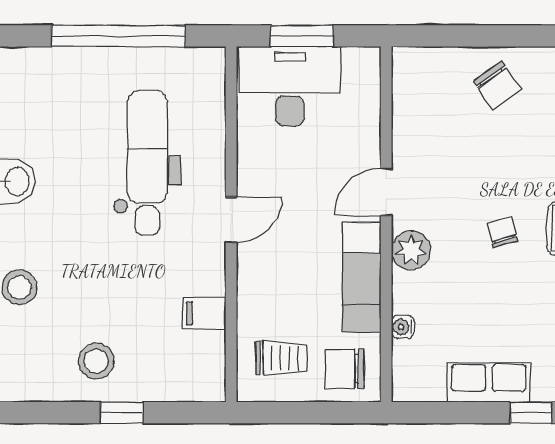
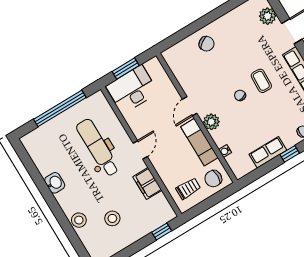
filing cabinet: (204, 313) -> (147, 183), width x2.00
stool: (96, 361) -> (112, 218), moved
window: (122, 413) -> (162, 231), moved

